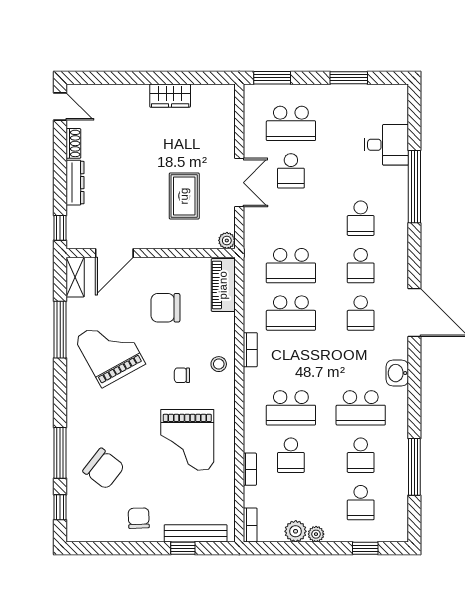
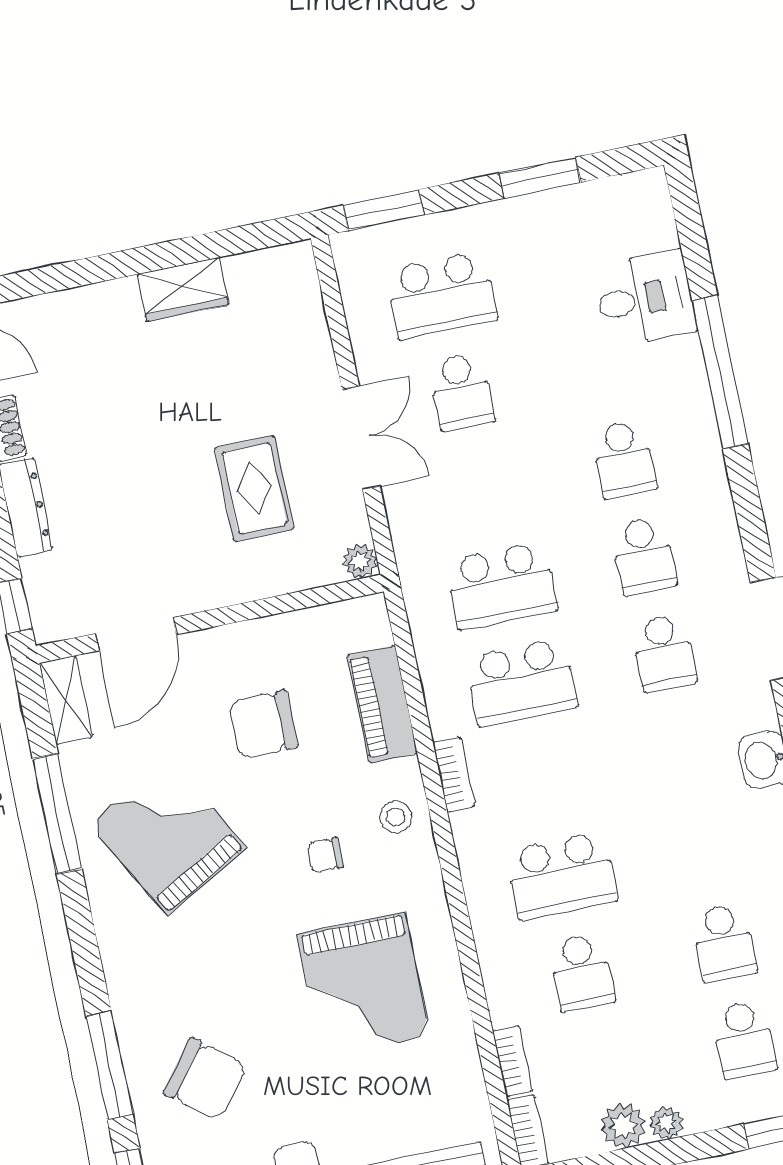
piano: (223, 285) -> (382, 704), moved
school desk: (361, 408) -> (704, 846), removed
bookcase: (250, 469) -> (512, 1061), moved

